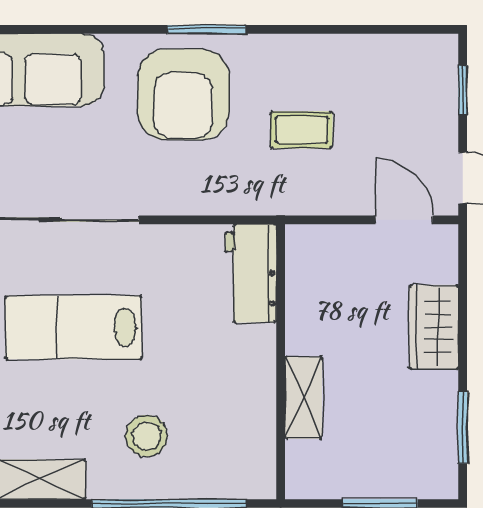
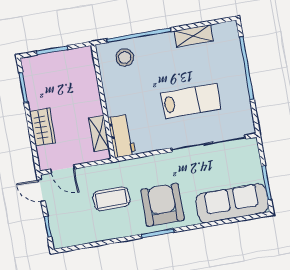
coffee table: (302, 130) -> (111, 199), width x1.36, depth x1.30
shelving: (303, 398) -> (99, 134), moved
stool: (147, 436) -> (125, 57), moved

